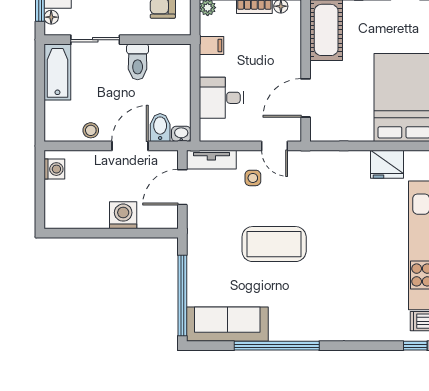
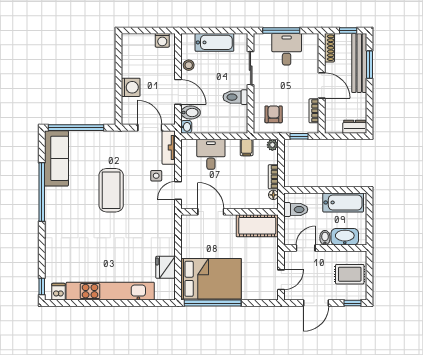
floor lamp: (51, 17) -> (266, 38), removed
bathtub: (57, 72) -> (214, 42), moved

